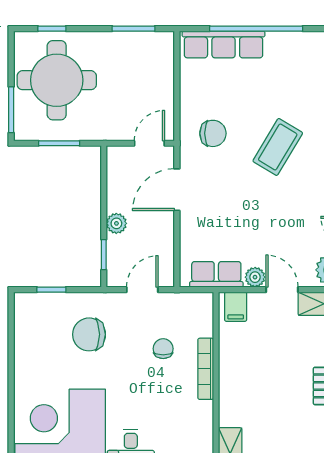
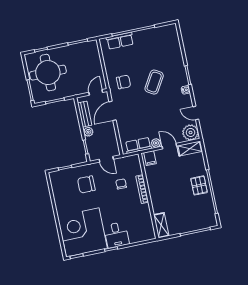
row of seats: (224, 44) -> (120, 41), width x0.68
bench: (116, 184) -> (85, 114), added
door: (142, 290) -> (106, 159), swing flipped

